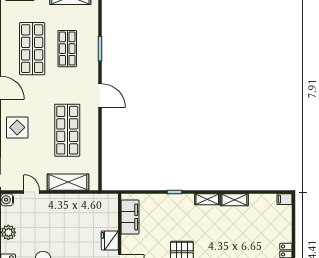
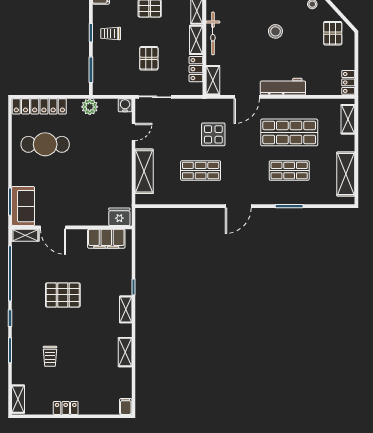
display table: (17, 127) -> (213, 134), moved
shop shelf: (67, 130) -> (201, 171), width x0.70, depth x0.74
shelving: (207, 199) -> (126, 309), moved
fridge: (110, 240) -> (119, 217), moved

